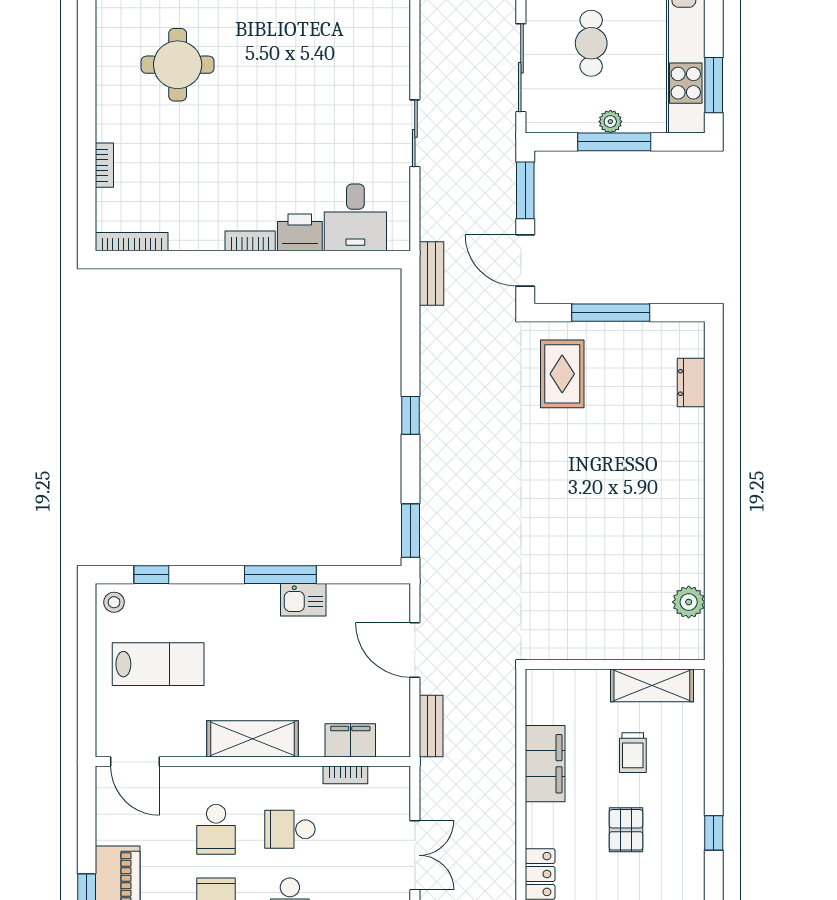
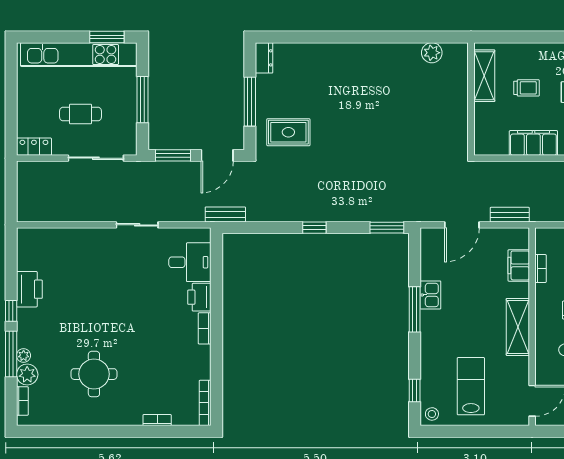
plant: (610, 122) -> (130, 102), removed
dresser: (691, 382) -> (264, 58), moved, turned -90

